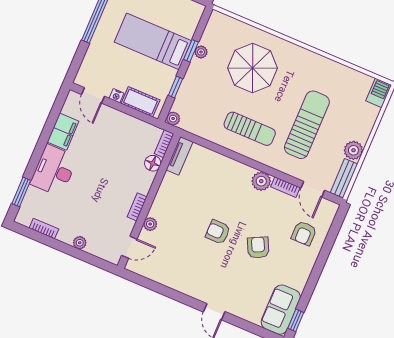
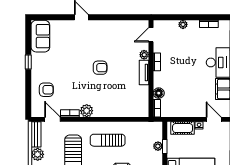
plant: (173, 119) -> (158, 146), moved
tv unit: (179, 156) -> (144, 72), moved
armchair: (304, 233) -> (46, 90), turned 90
armchair: (258, 248) -> (71, 69), removed
window: (296, 320) -> (28, 62), moved

